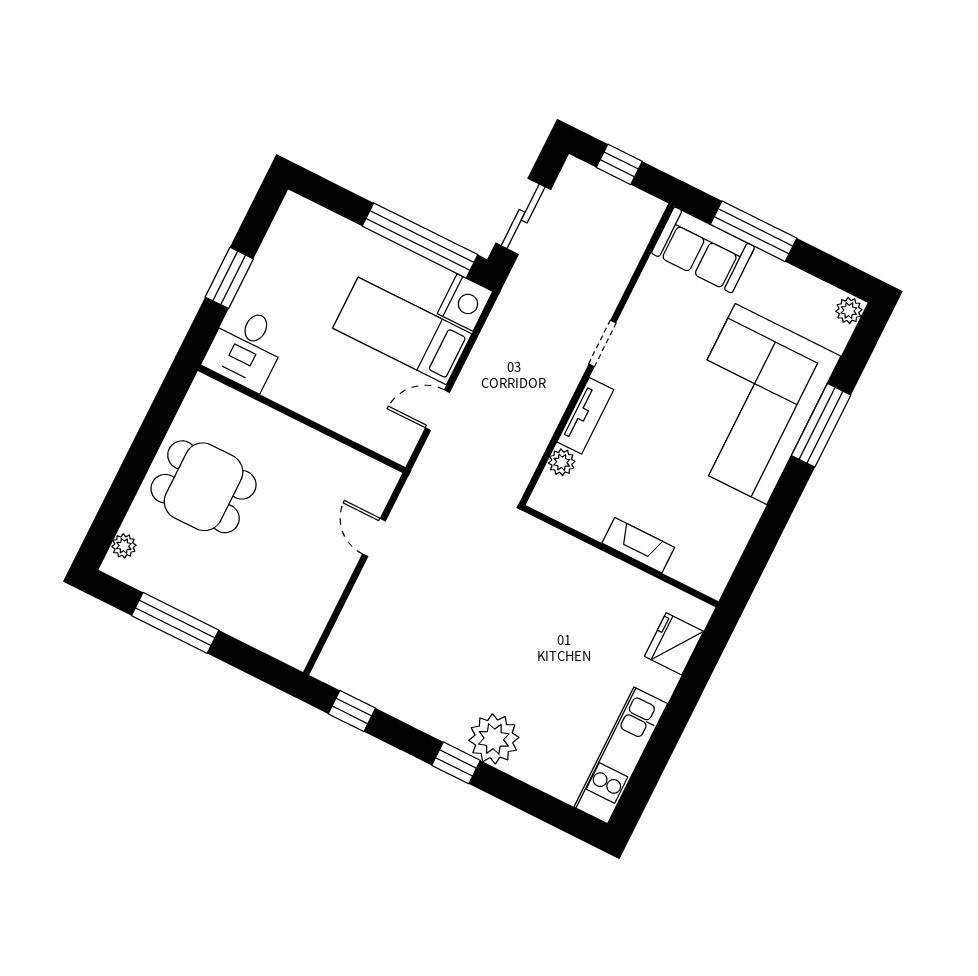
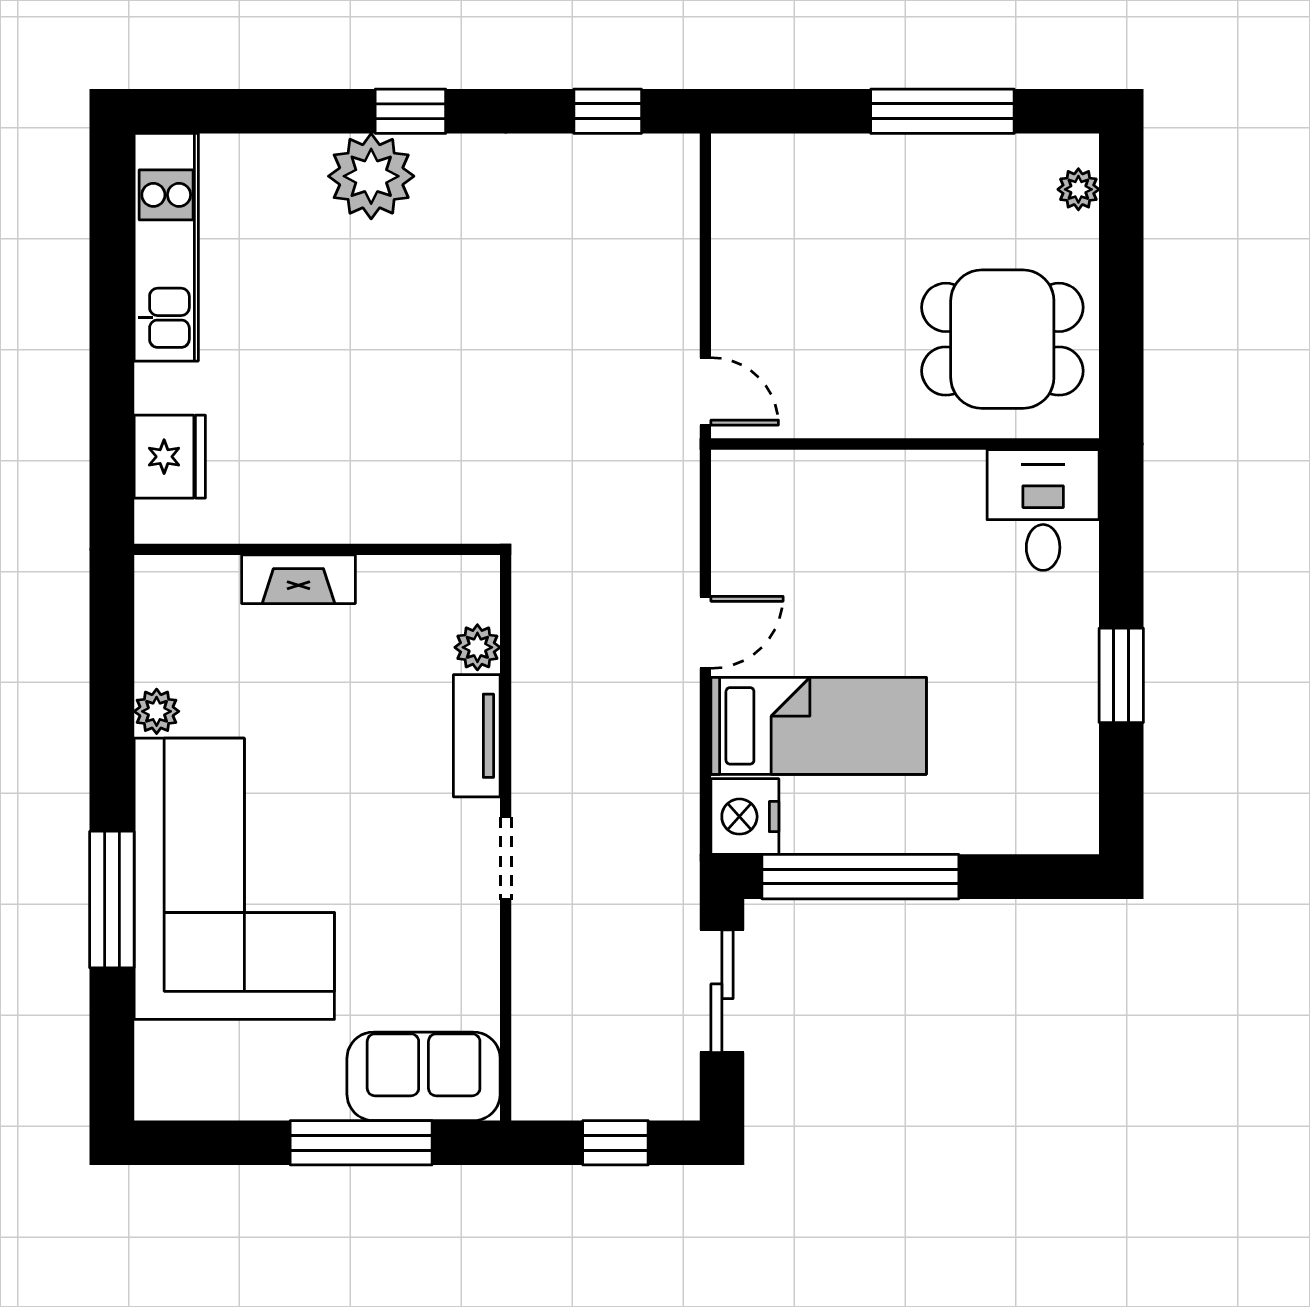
plant: (849, 311) -> (157, 711), moved
desk: (246, 348) -> (1043, 510), moved
wall: (301, 419) -> (905, 444), moved

